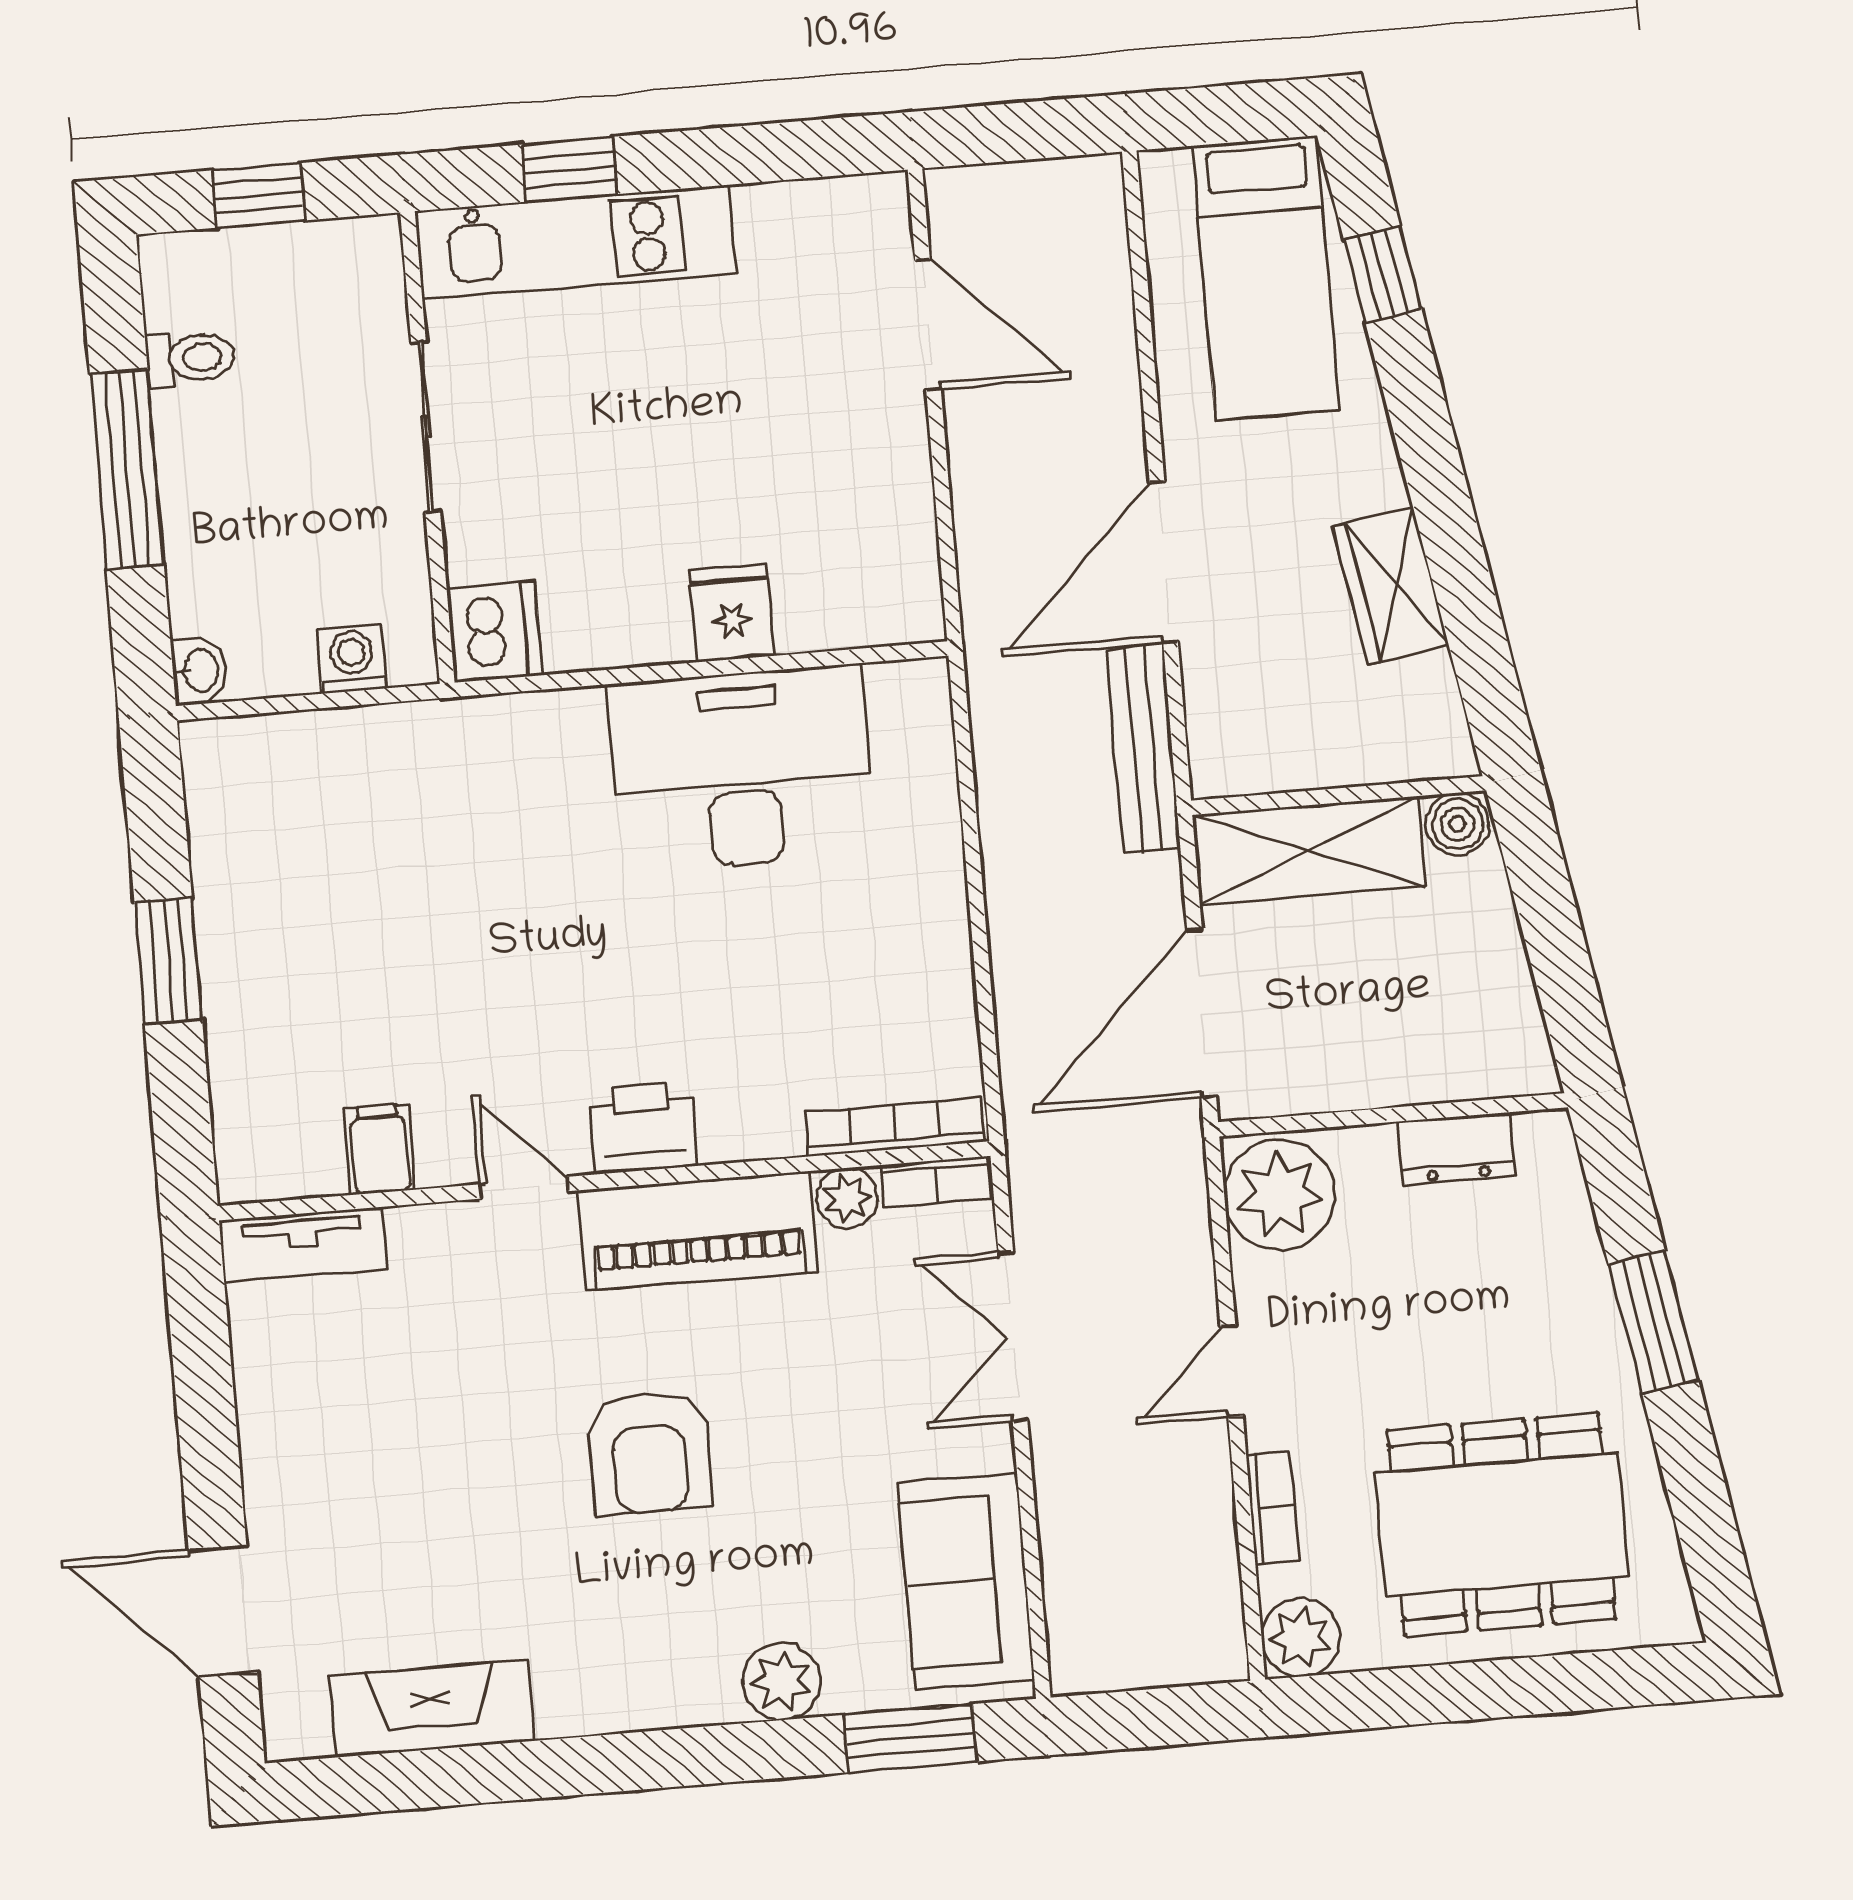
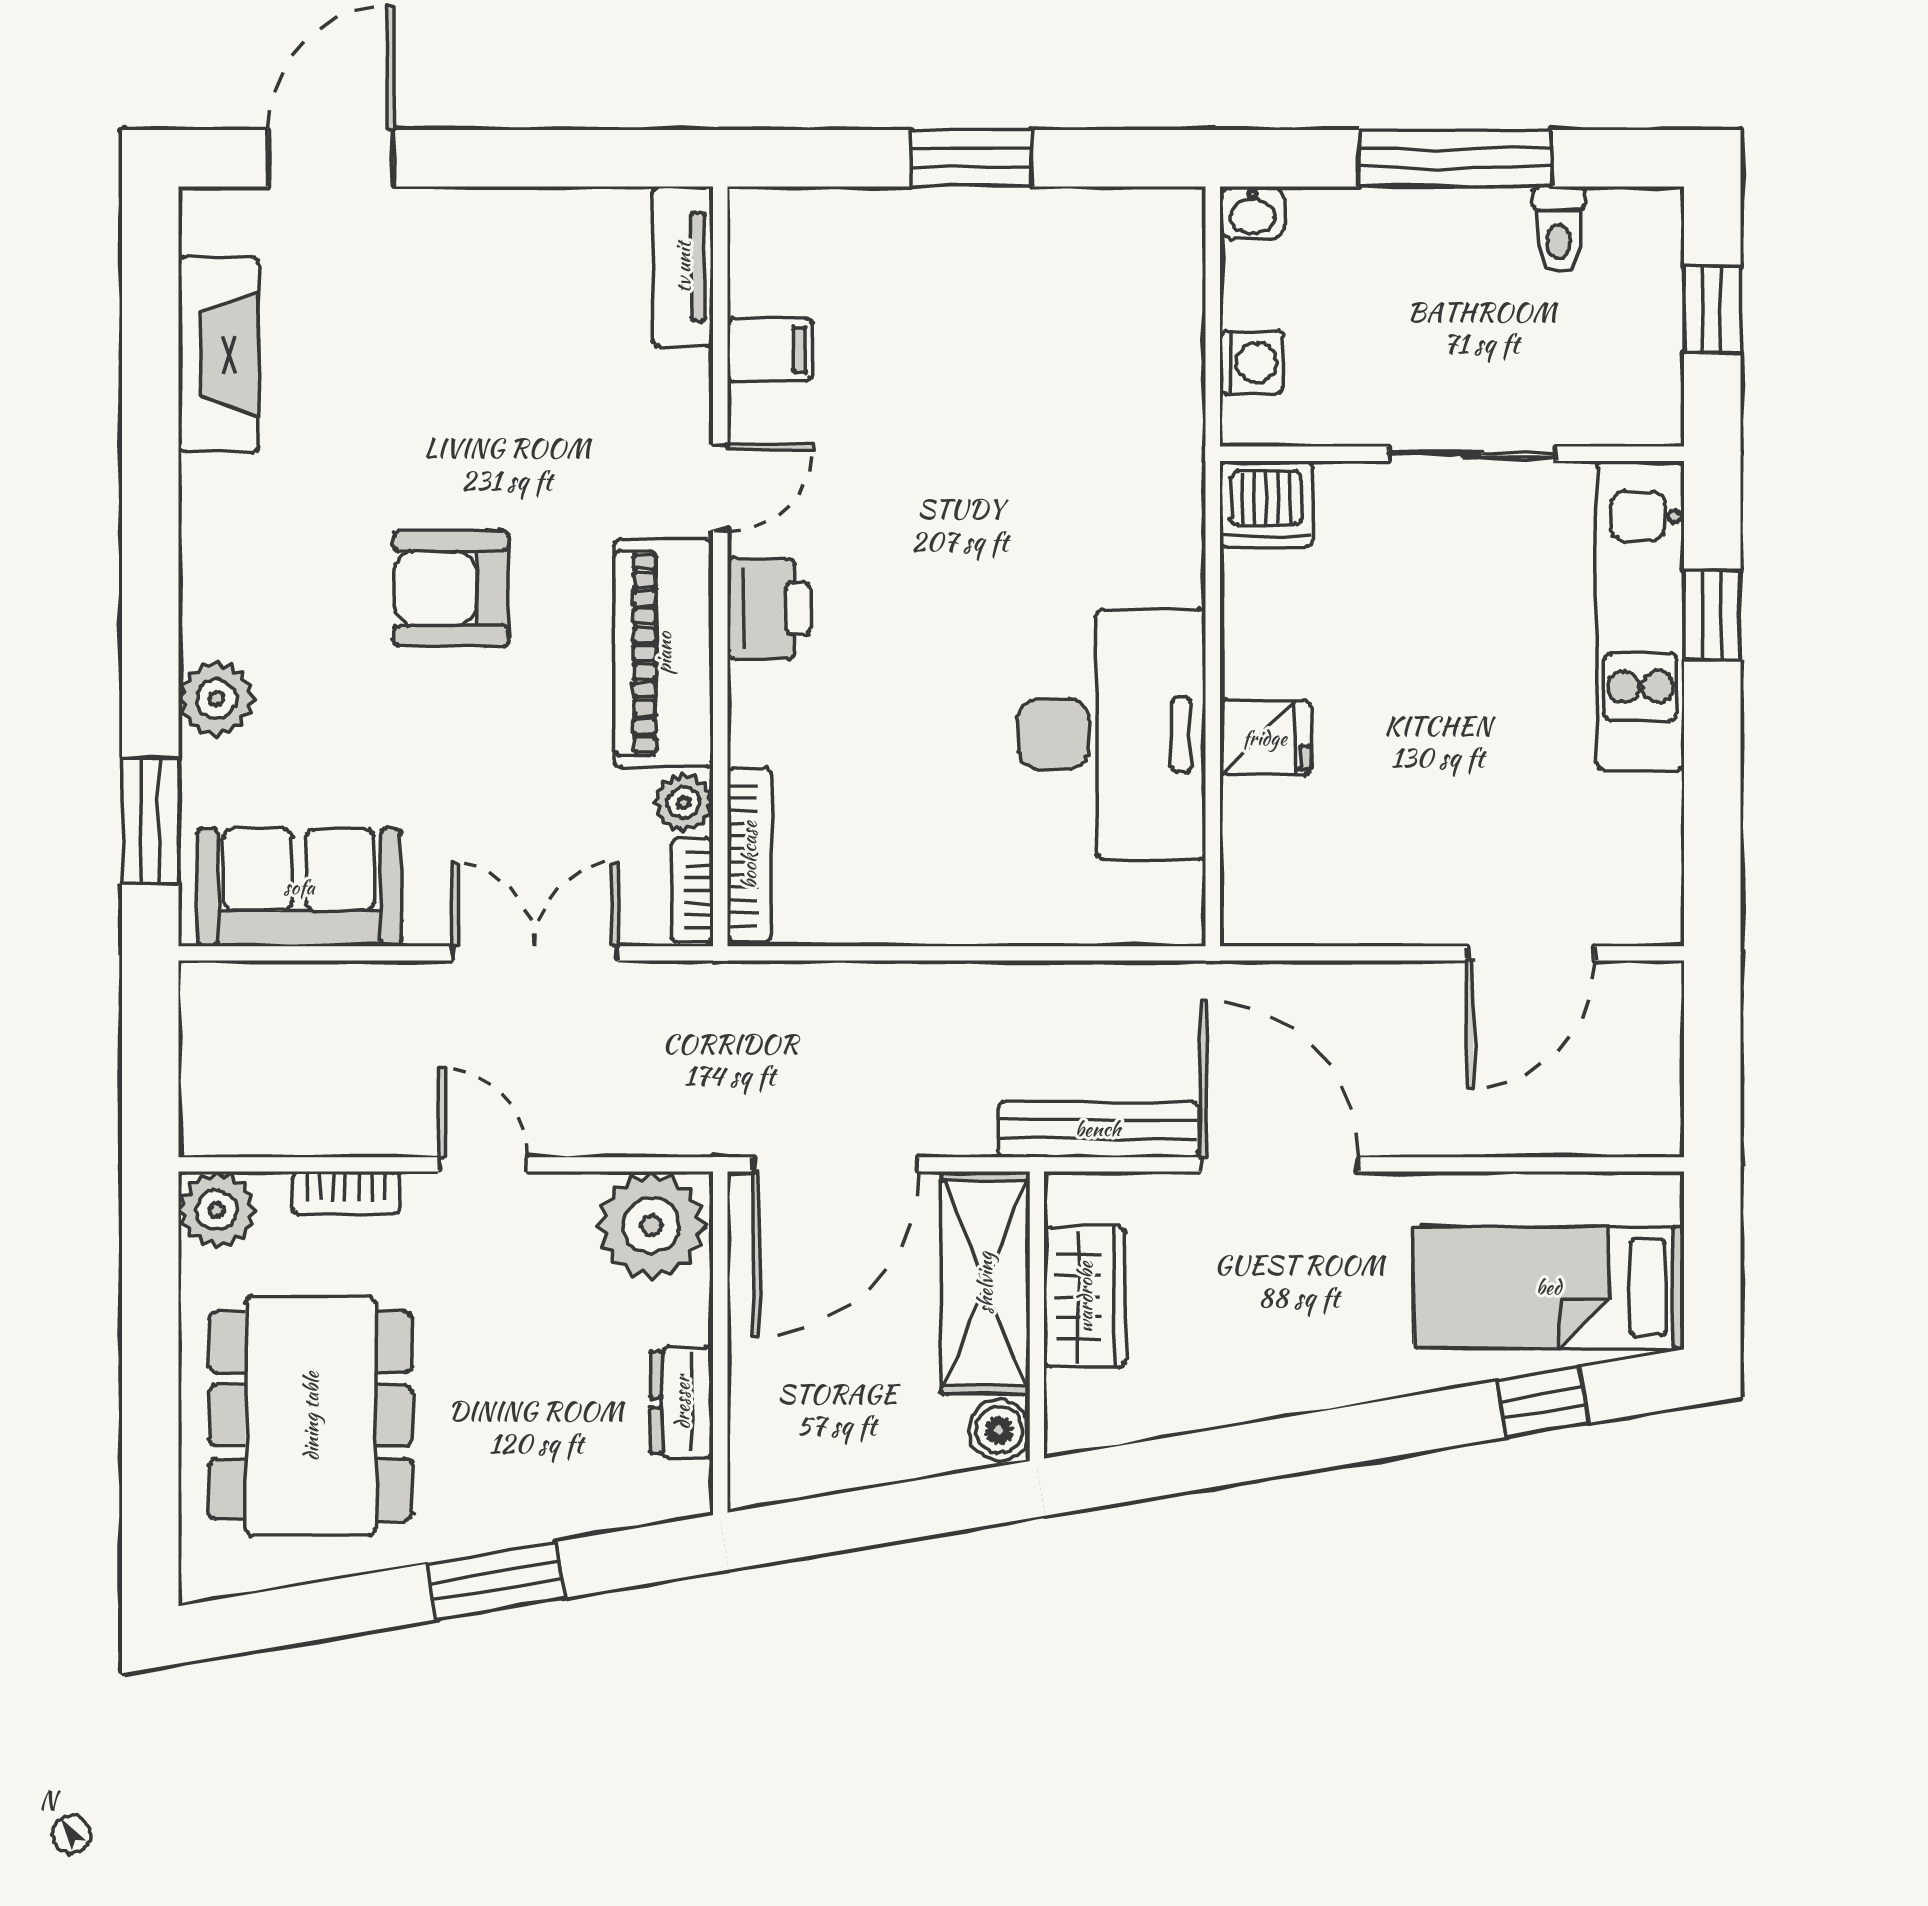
wardrobe: (1391, 586) -> (1085, 1297), moved, turned 100
door: (1202, 1013) -> (835, 1164), swing flipped

